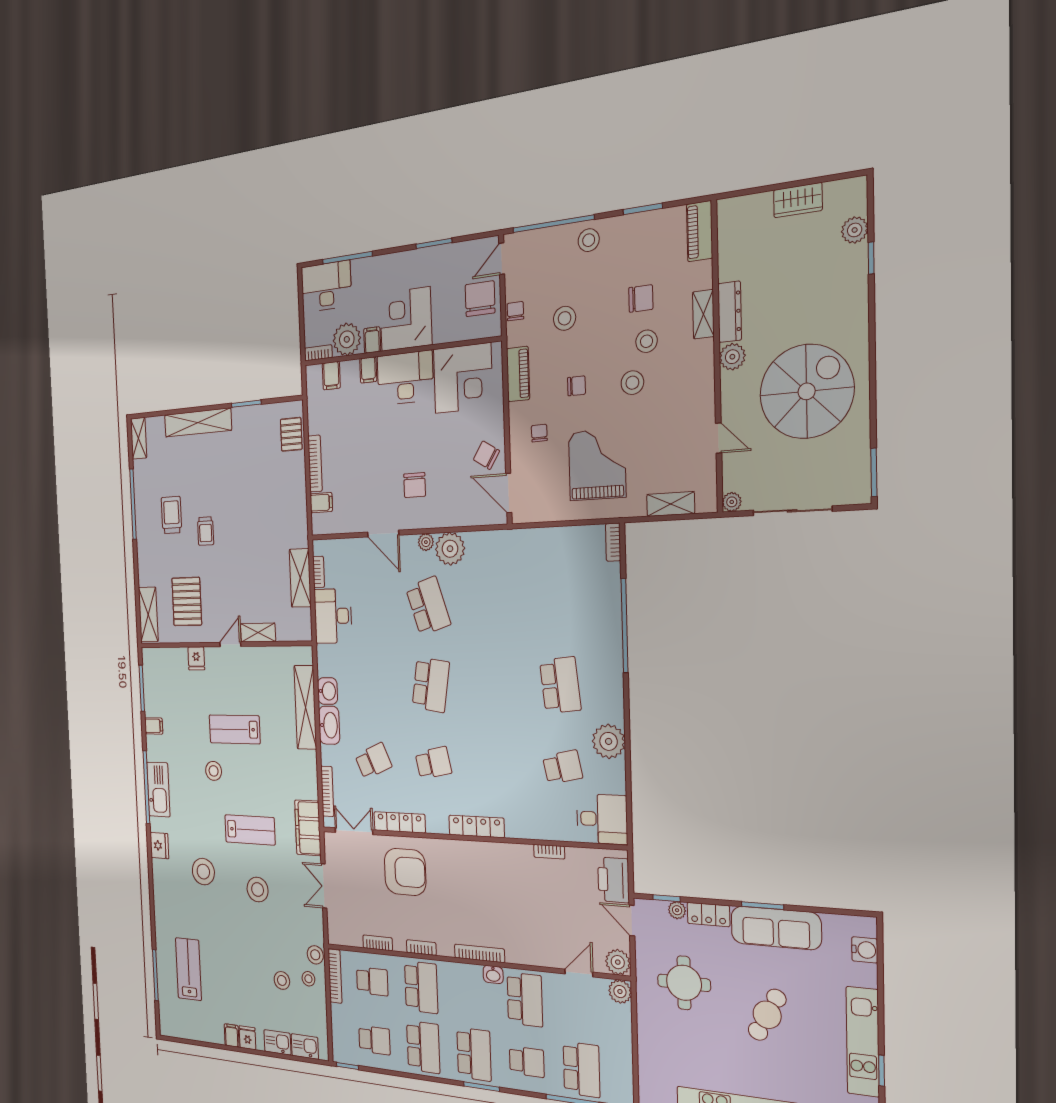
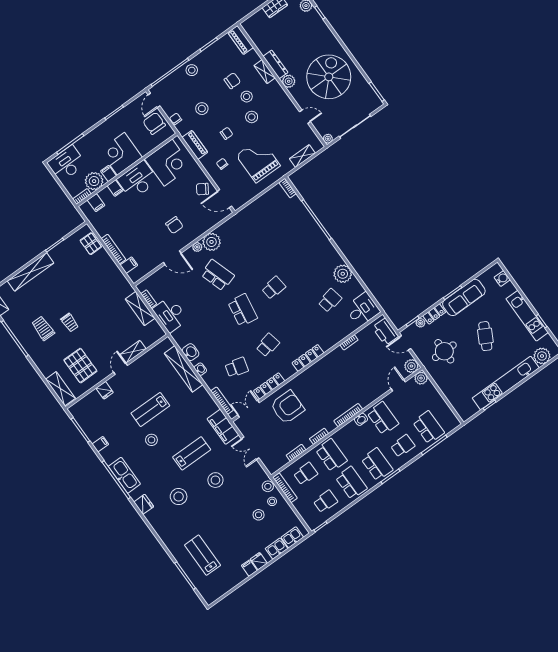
school desk: (560, 685) -> (274, 288), moved, width x0.54
washbasin: (329, 725) -> (200, 369), width x0.52, depth x0.69
school desk: (373, 761) -> (237, 367), turned 39

